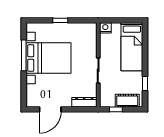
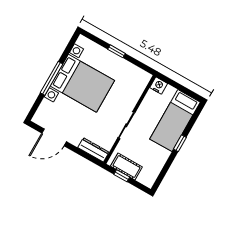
window: (24, 55) -> (52, 78), moved
window: (145, 84) -> (180, 143), moved
cot: (127, 101) -> (126, 167), moved

